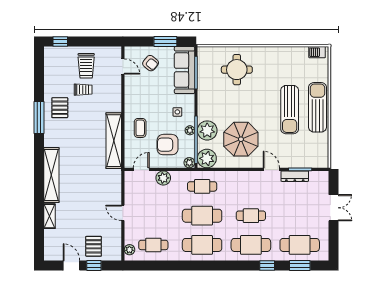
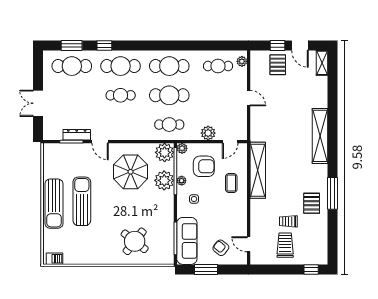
round table: (237, 70) -> (135, 241), turned 38
shelving: (49, 216) -> (322, 63), moved

